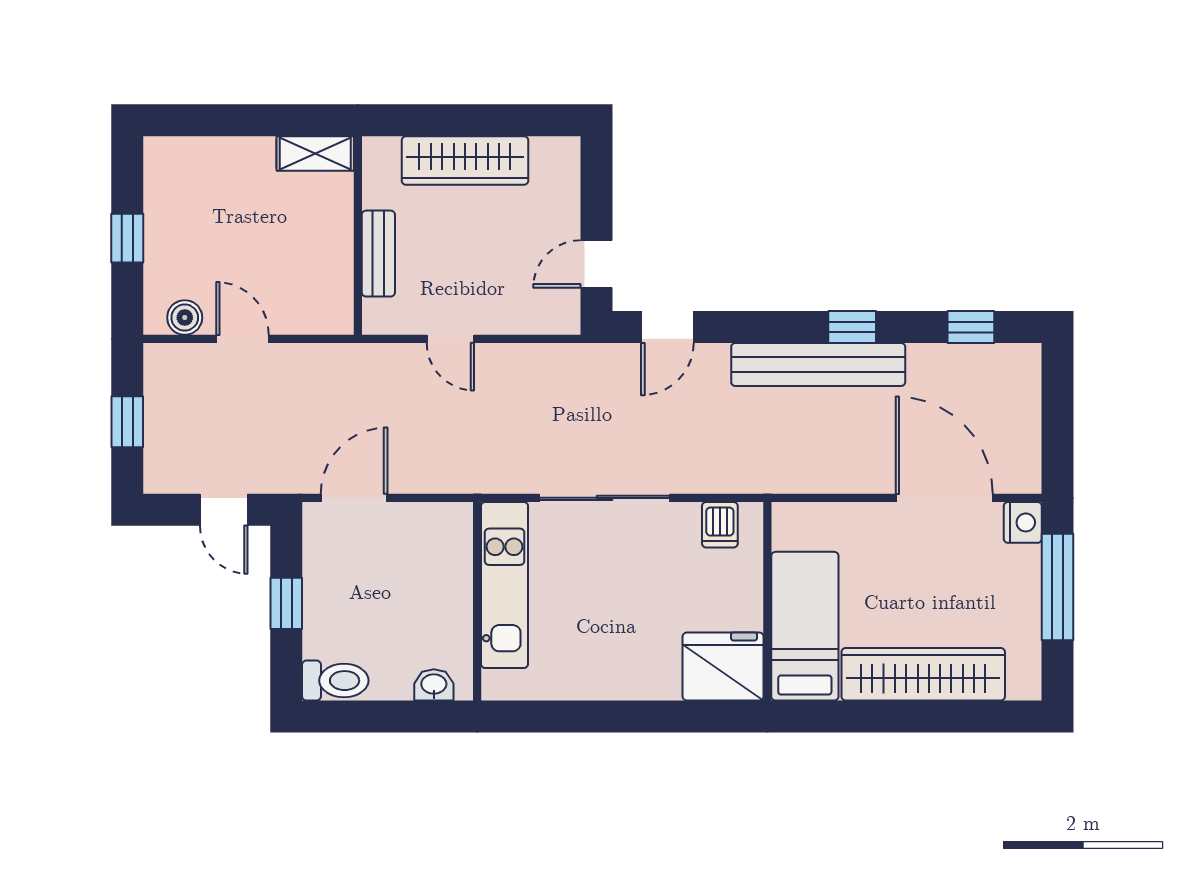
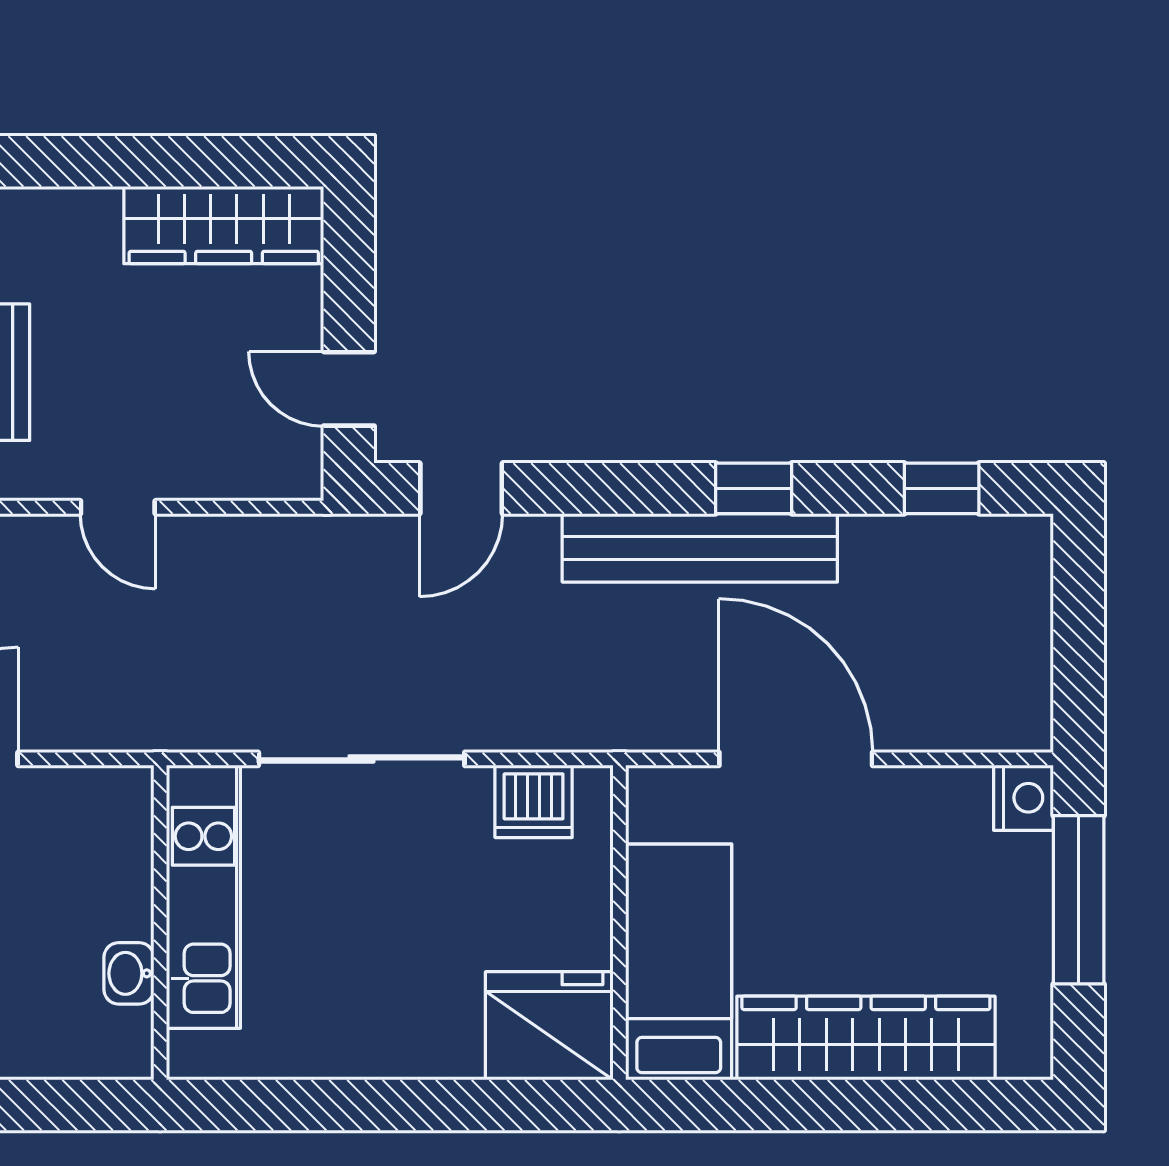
wardrobe: (465, 161) -> (224, 225), moved
door: (596, 264) -> (349, 389), hinge flipped
door: (944, 498) -> (796, 759), moved
dishwasher: (720, 525) -> (534, 801), width x1.38
washbasin: (434, 685) -> (129, 973), moved, turned -90

